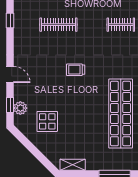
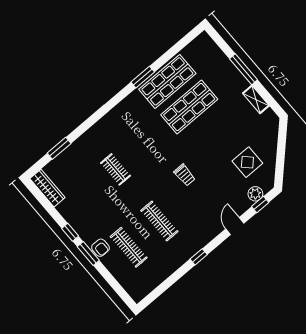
window: (10, 21) -> (199, 257), moved
shop shelf: (121, 114) -> (189, 107), width x0.71
shelving: (73, 165) -> (256, 99), moved

